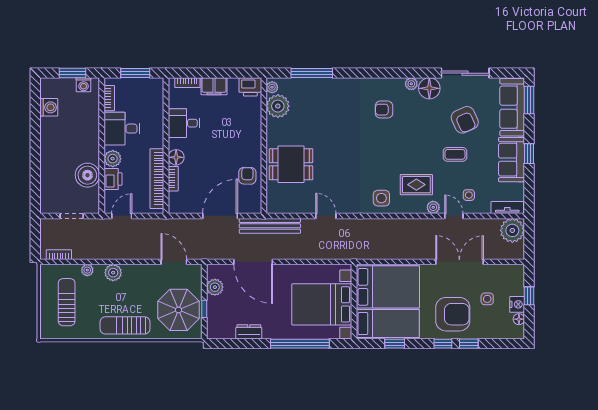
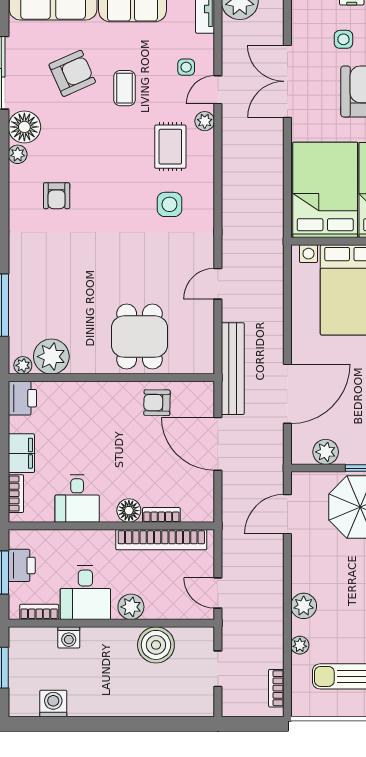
washing machine: (83, 85) -> (69, 637), moved, turned 90
printer: (113, 179) -> (22, 565), moved, turned 90
side table: (381, 198) -> (169, 204), moved

